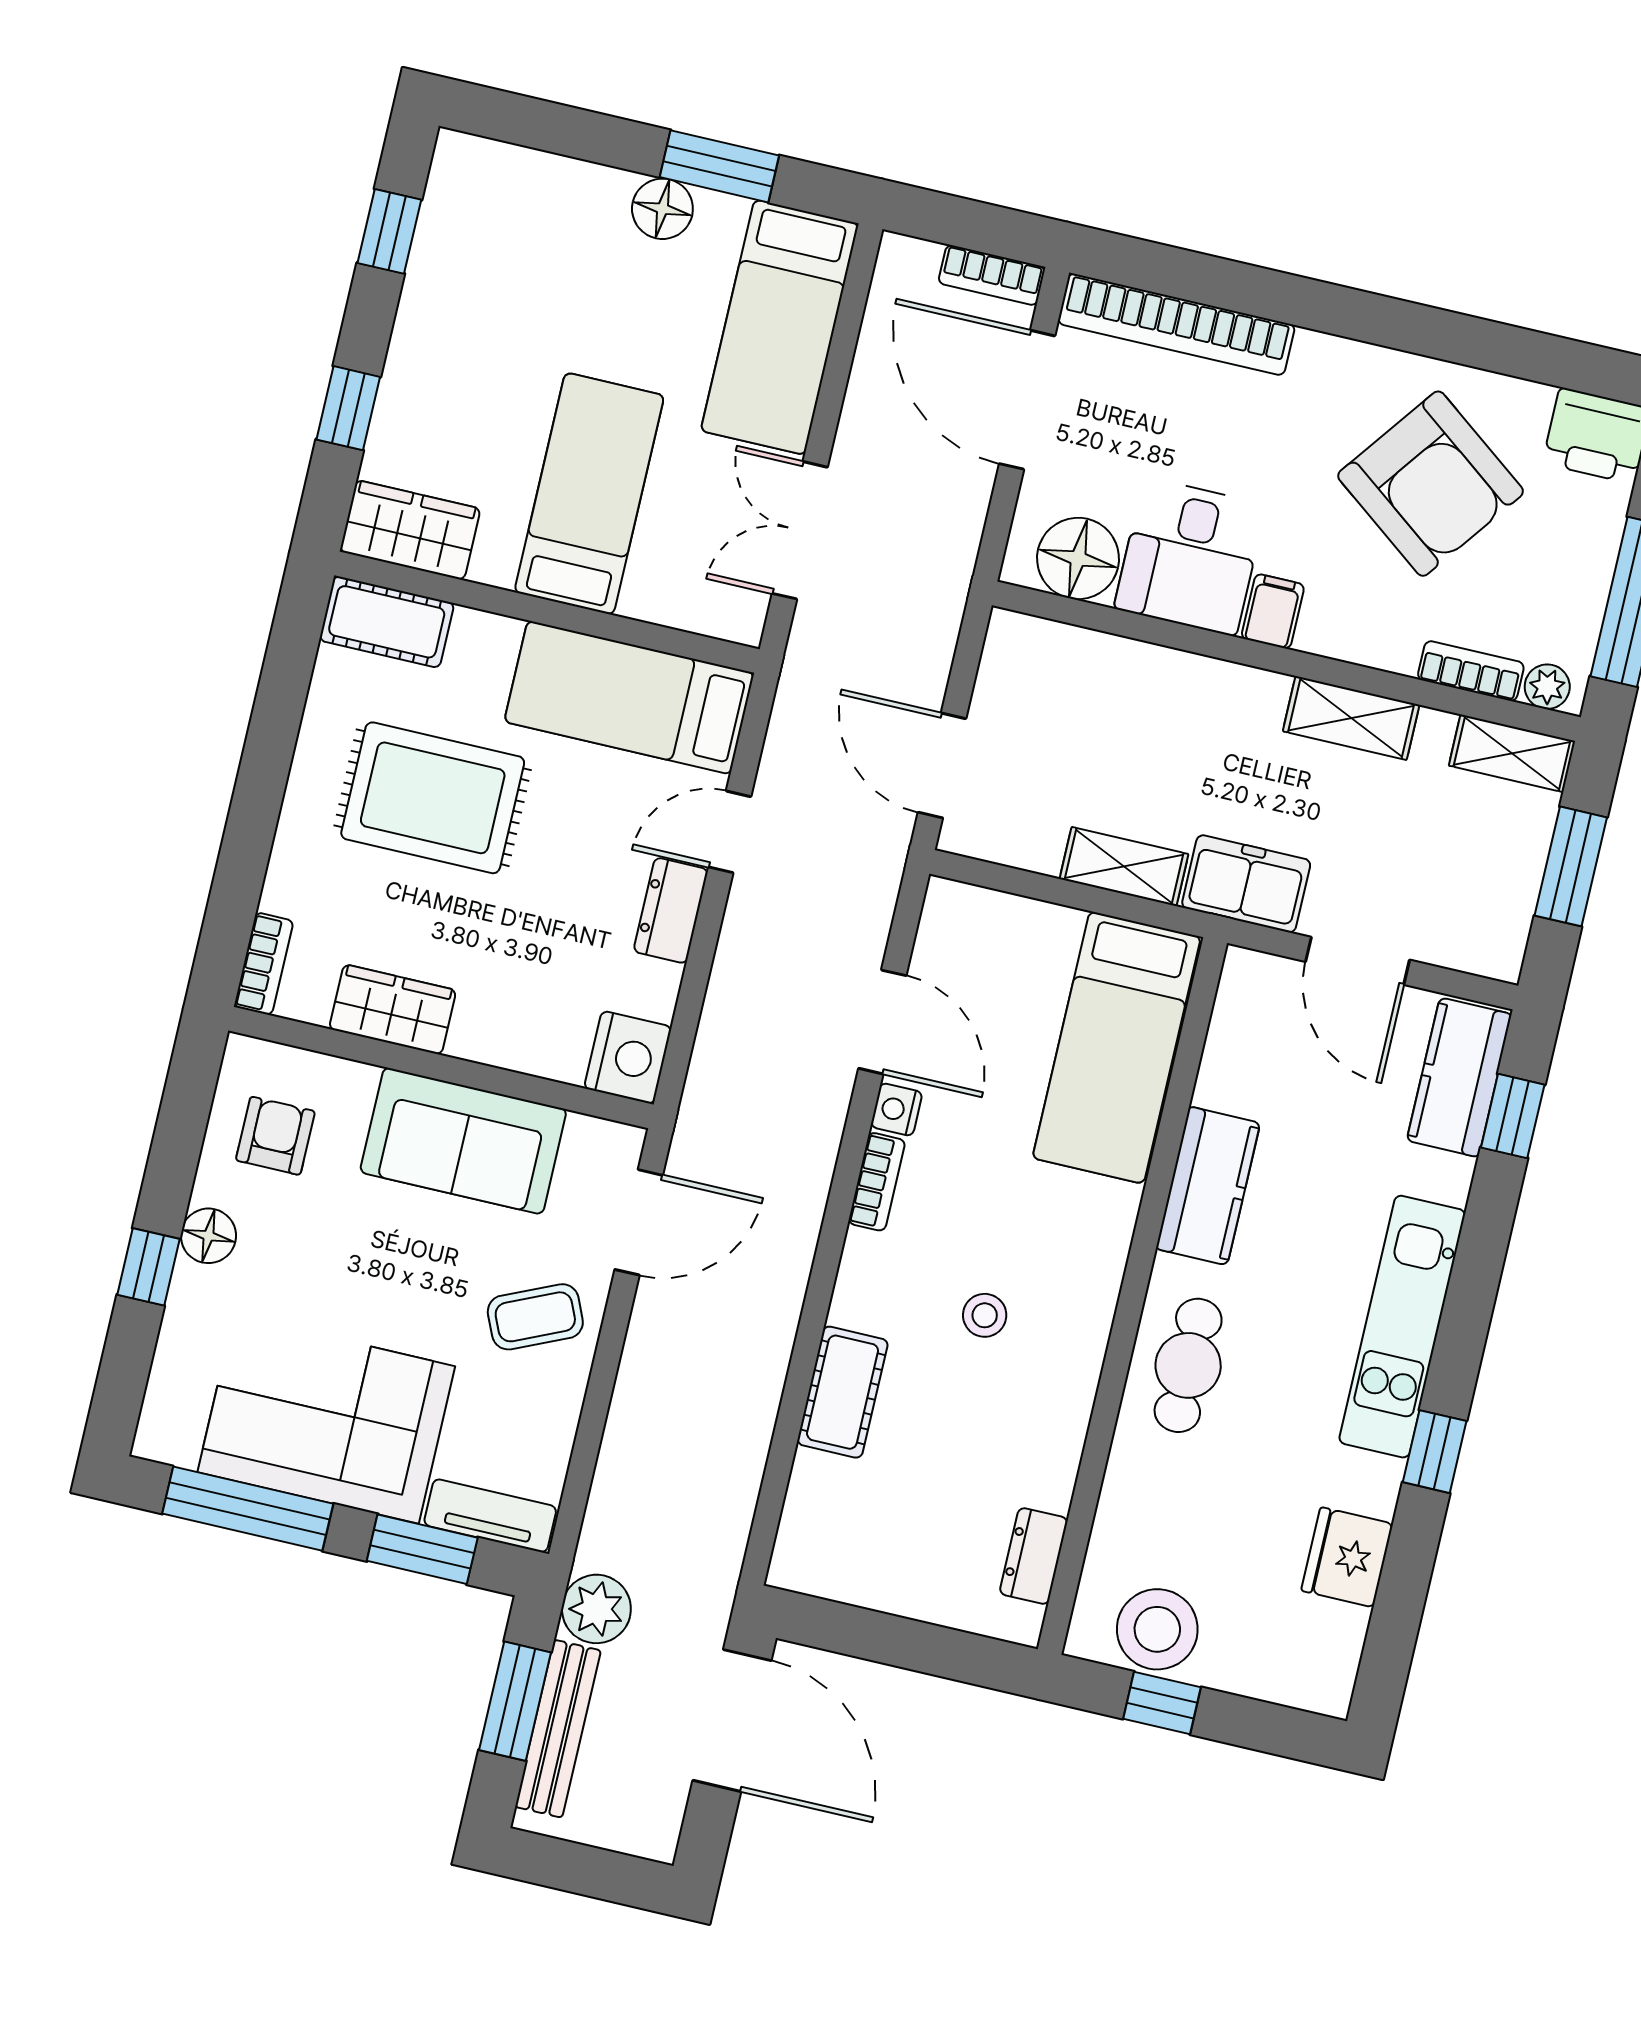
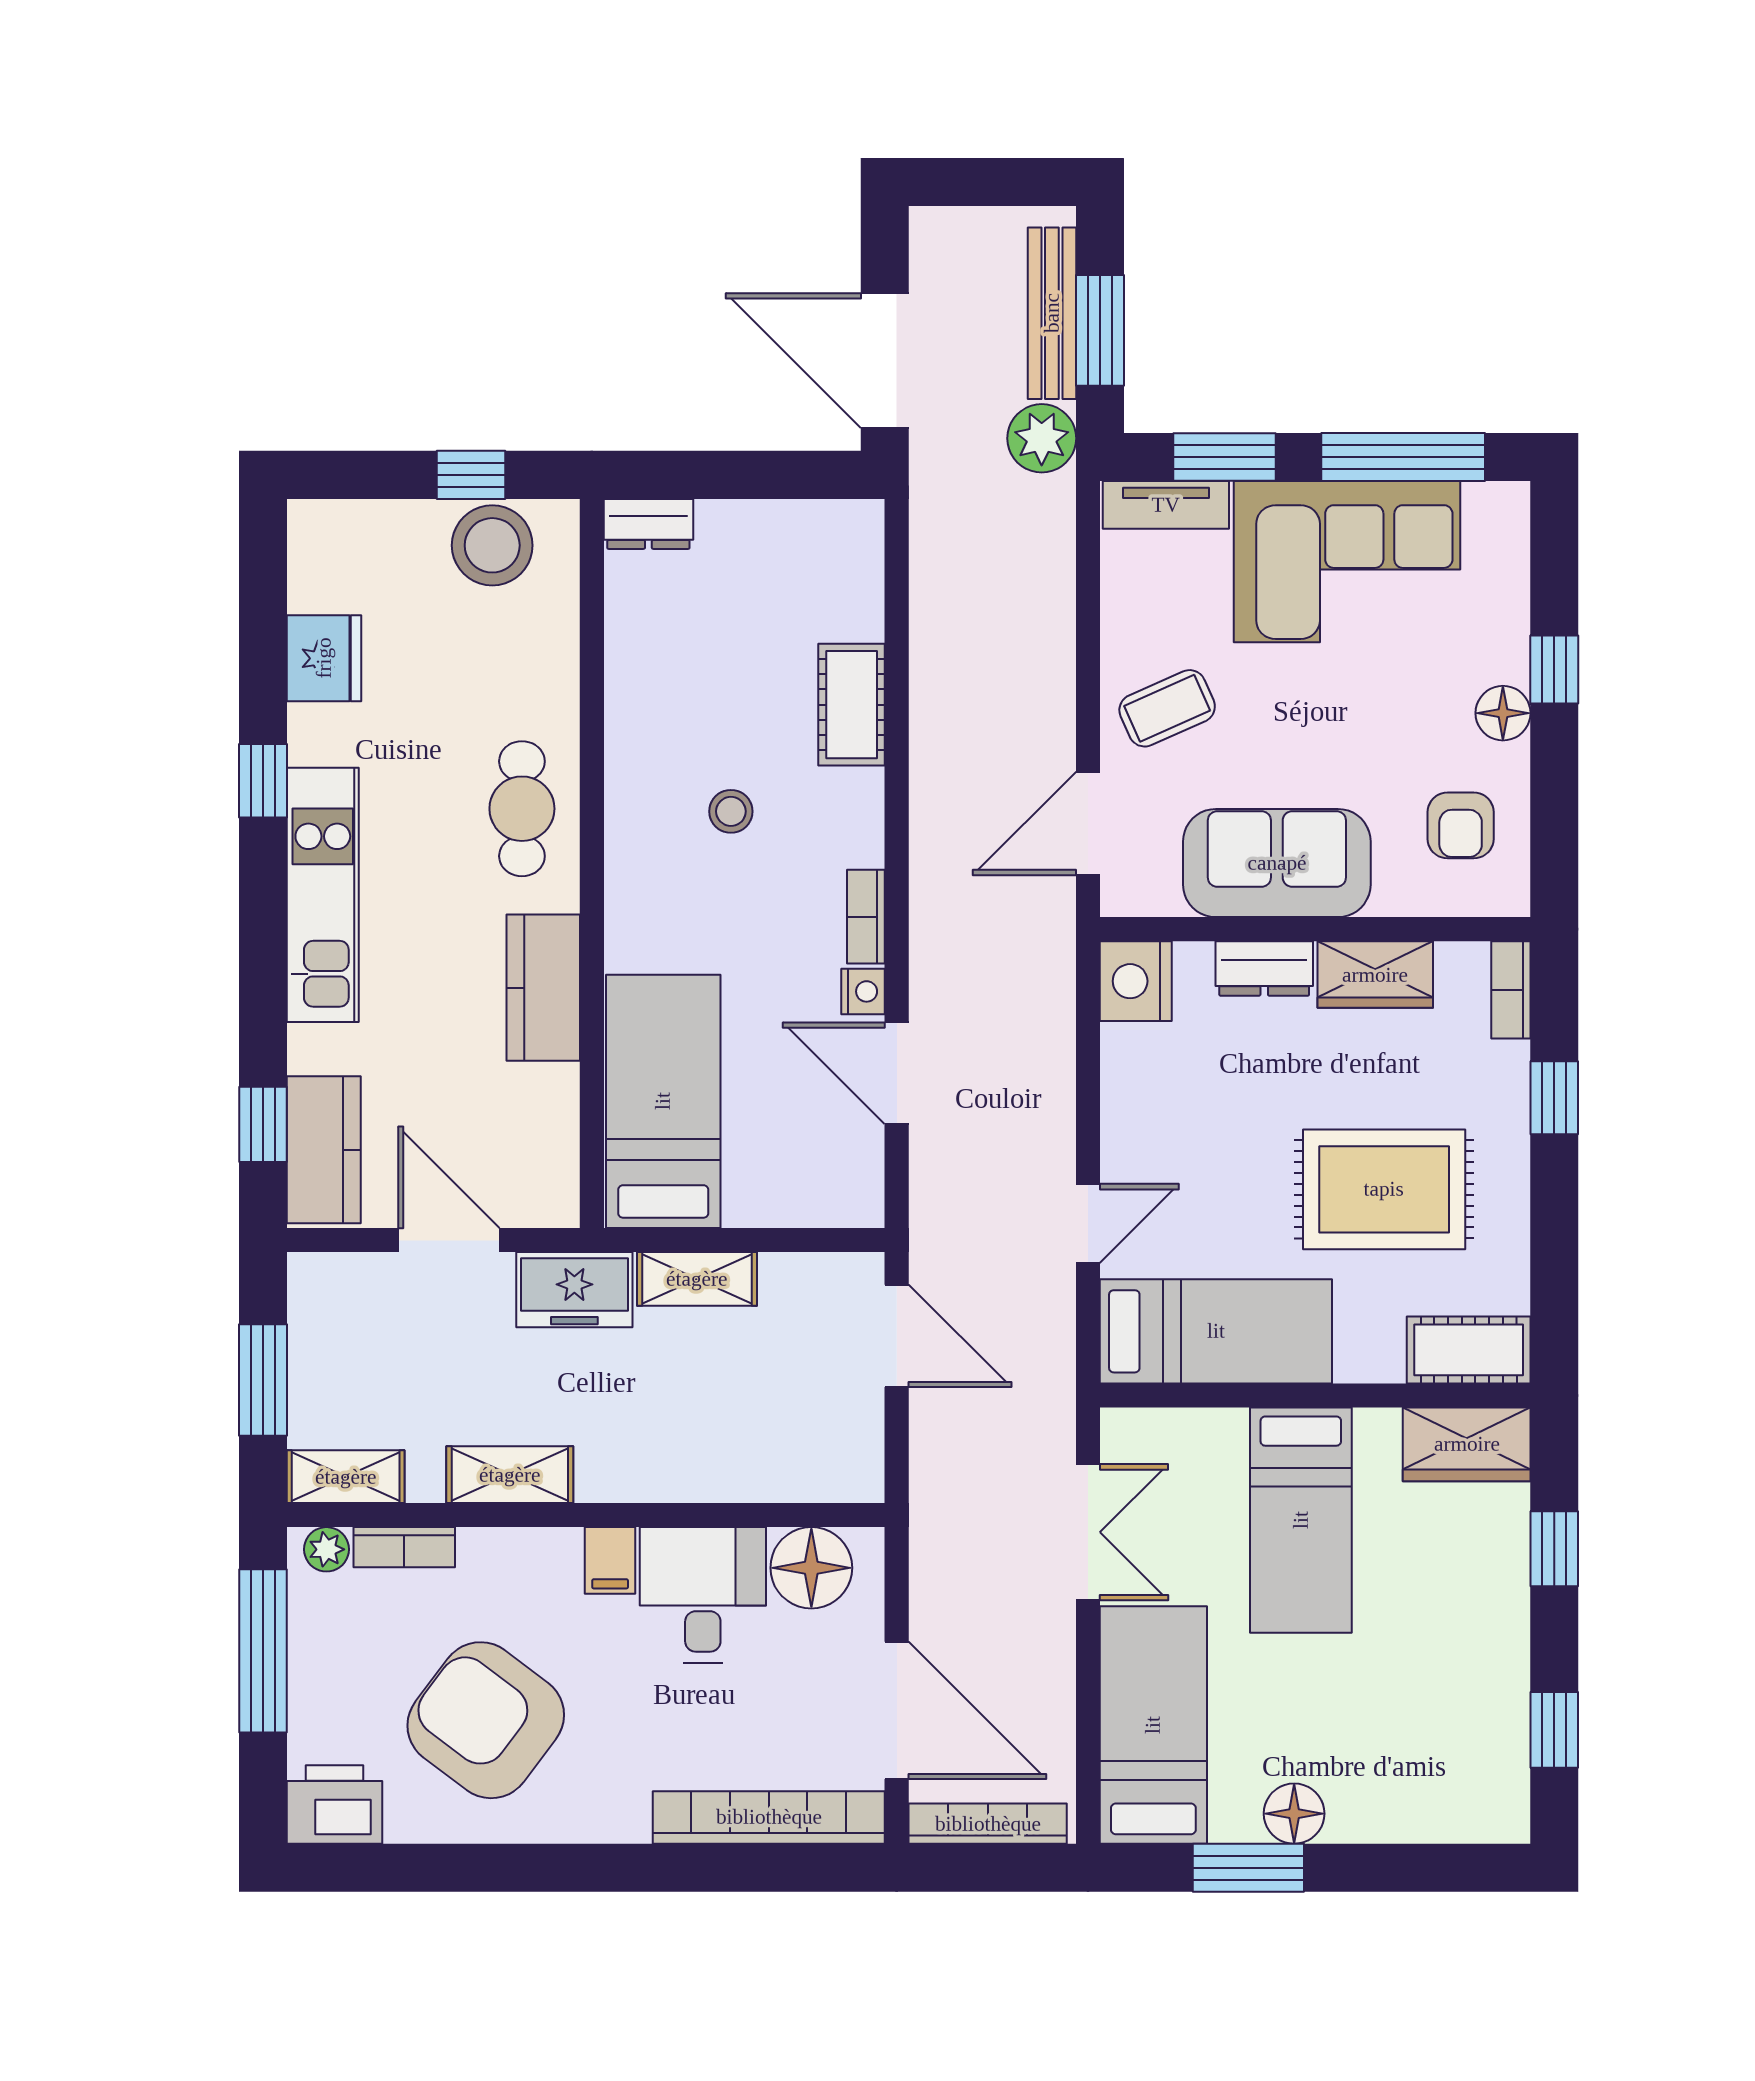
bookcase: (992, 275) -> (988, 1824), width x1.56
window: (246, 849) -> (1554, 1098), added
dresser: (671, 910) -> (1264, 969), moved, turned 90
dresser: (1034, 1556) -> (648, 524), moved, turned 90

